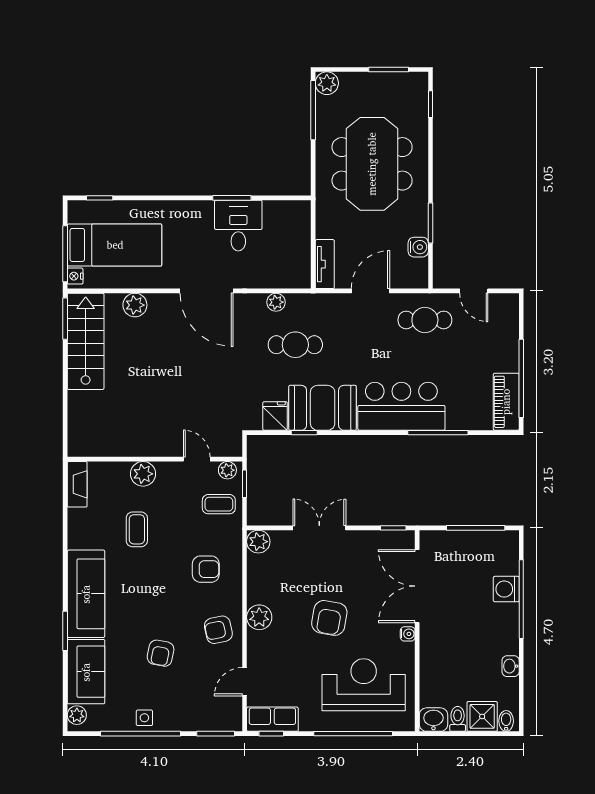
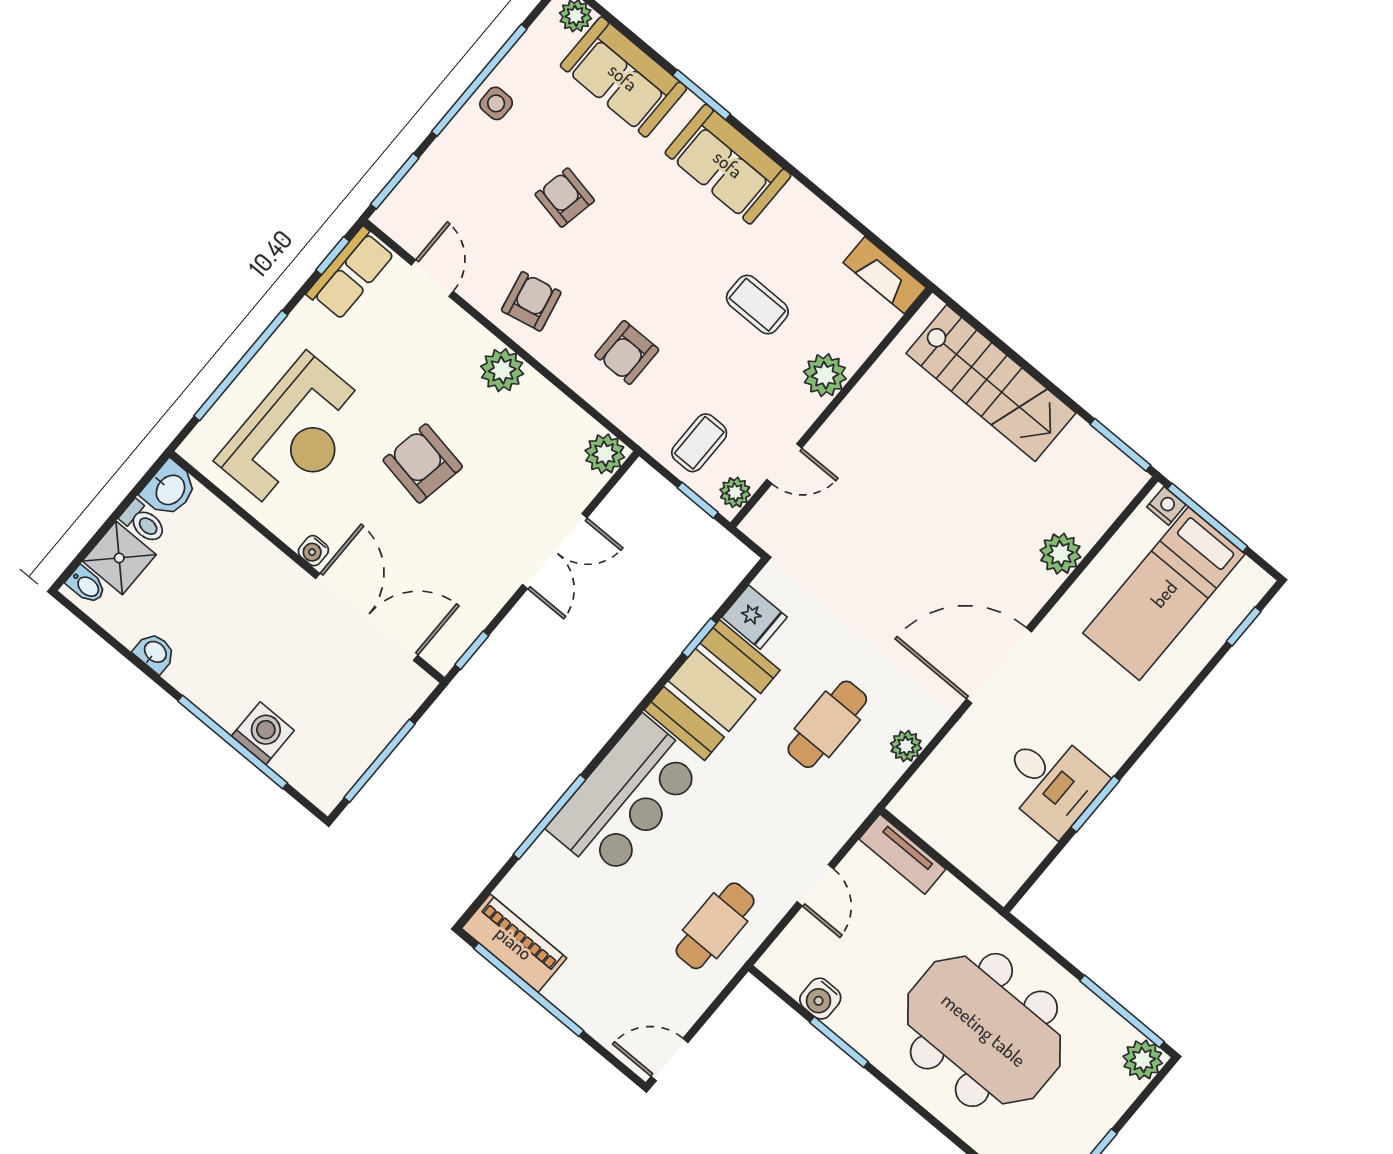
door: (370, 291) -> (815, 885), width x0.73
door: (474, 291) -> (670, 1060), moved
stairs: (86, 341) -> (991, 383), moved
sofa: (86, 594) -> (728, 164), width x0.73

